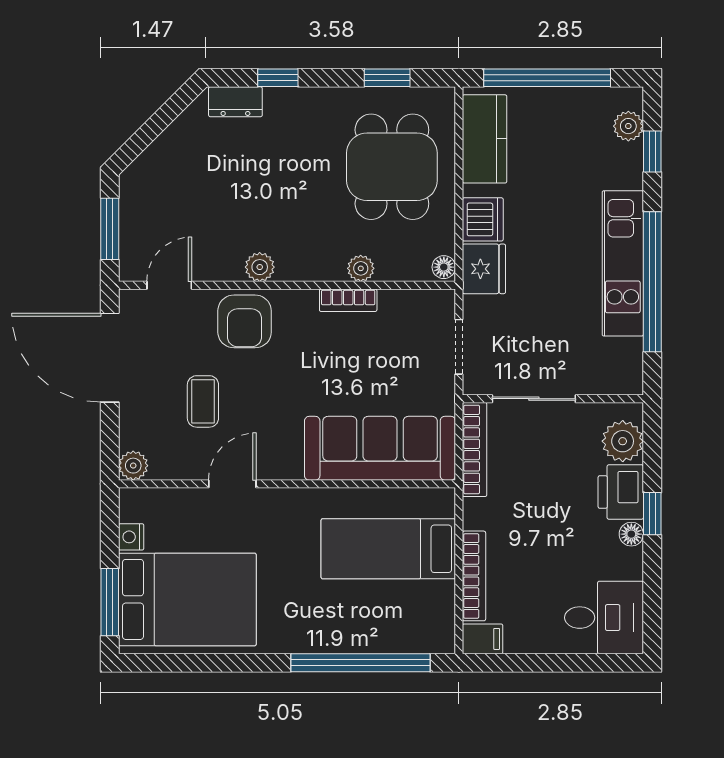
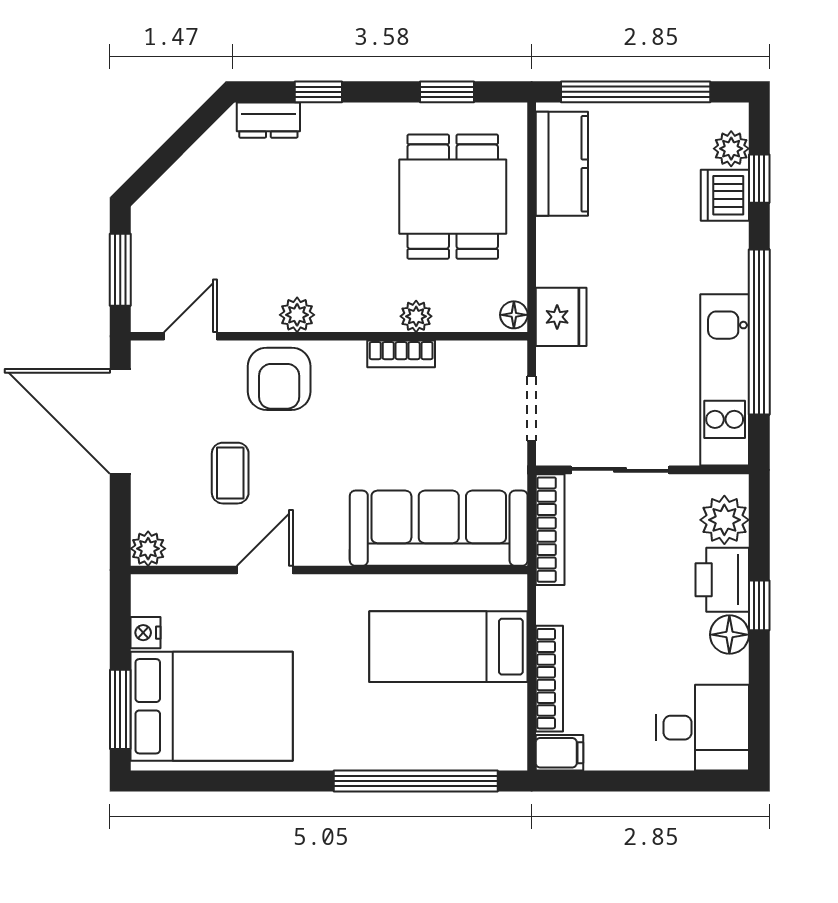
dishwasher: (483, 219) -> (725, 195), moved, turned 180
kitchen unit: (623, 263) -> (725, 380), moved
floor lamp: (631, 534) -> (729, 635), width x1.37, depth x1.37

